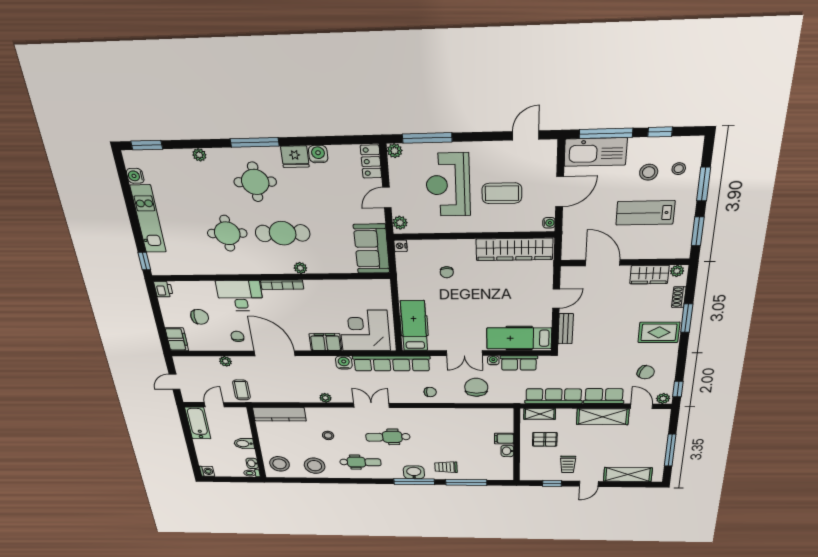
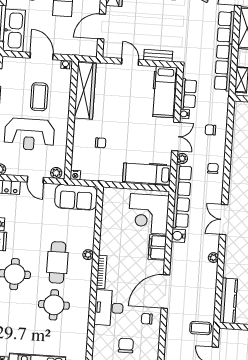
plant: (225, 361) -> (182, 159), moved
chair: (476, 387) -> (210, 130), width x0.54, depth x0.54

